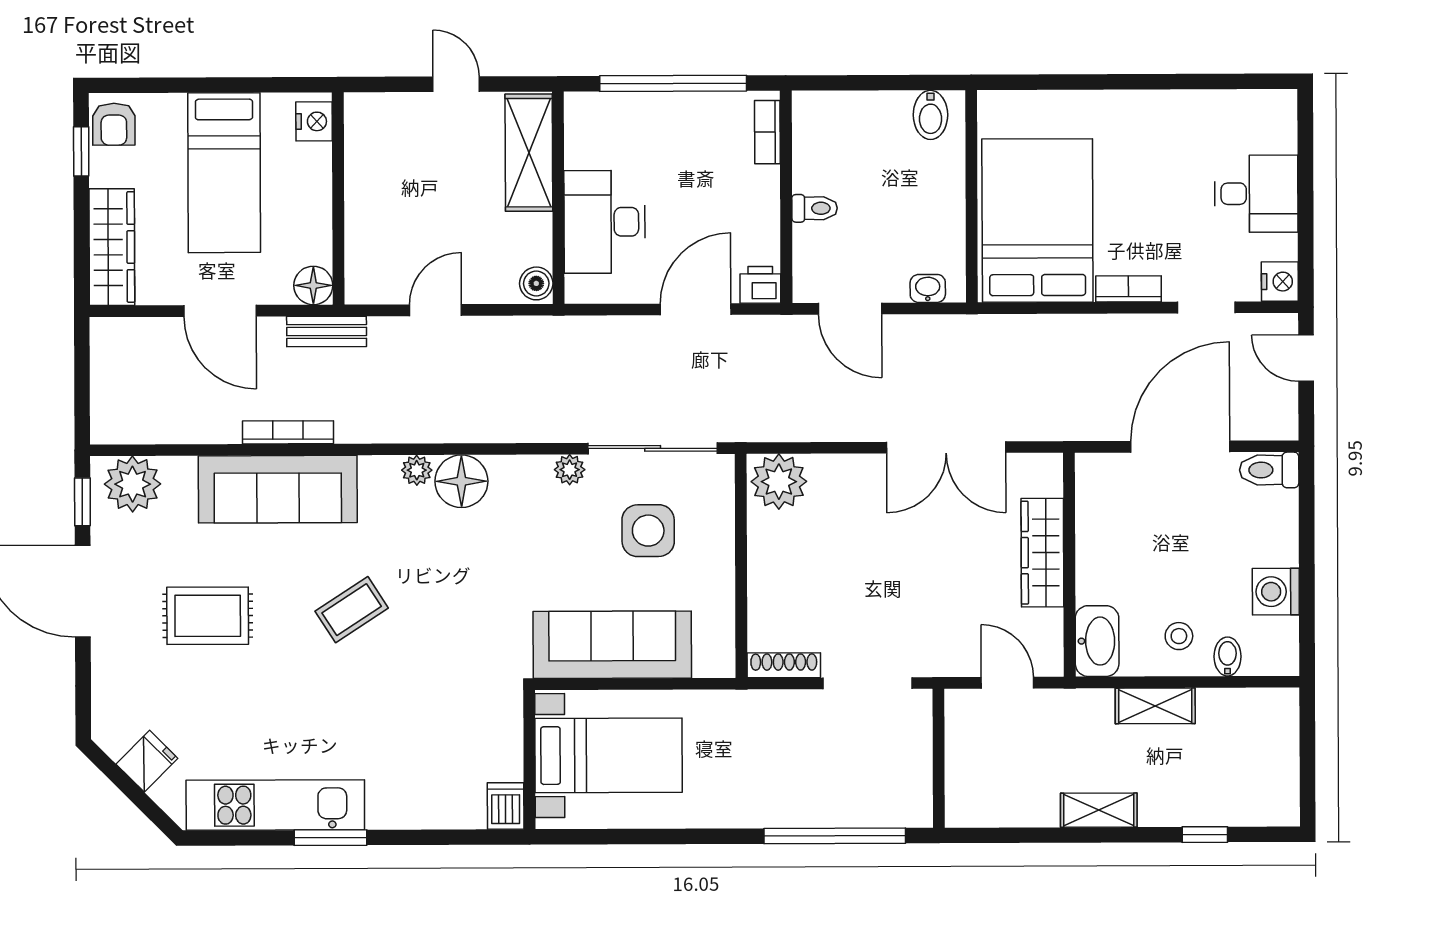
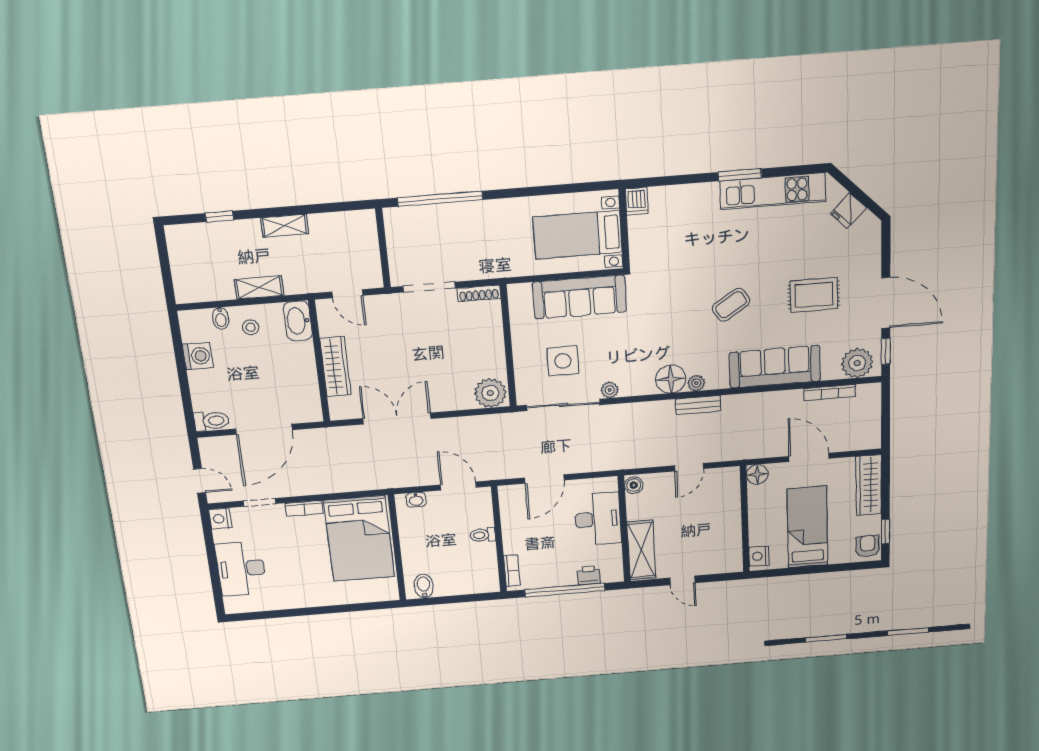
desk: (1256, 194) -> (241, 569), width x1.37
printer: (760, 285) -> (589, 575), moved, turned 180
bench: (327, 331) -> (698, 405), moved
bookcase: (288, 432) -> (830, 392), moved

